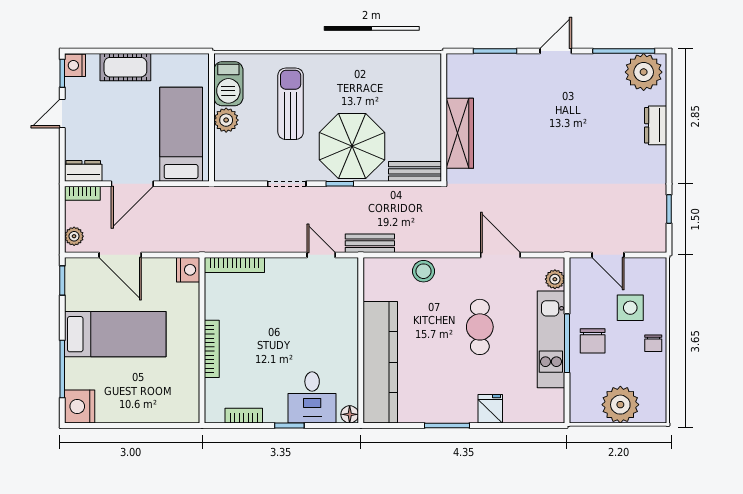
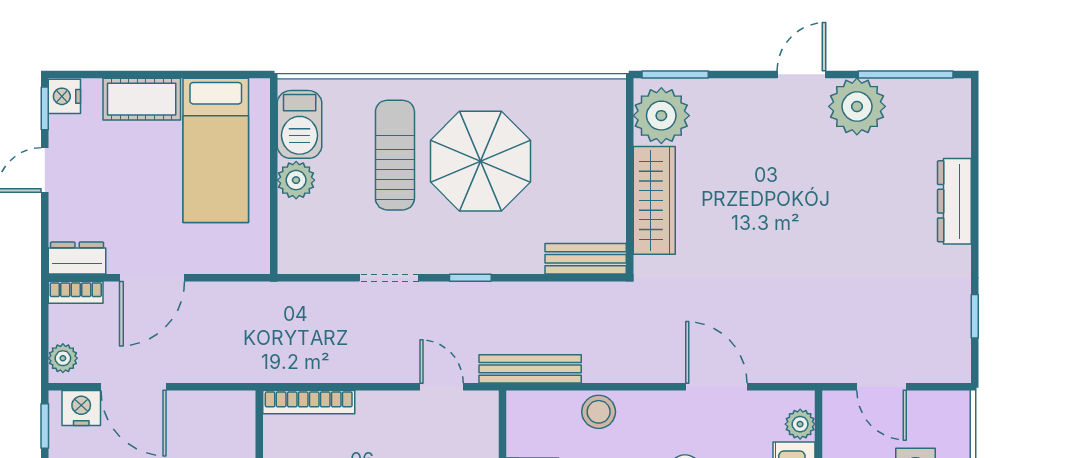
window: (495, 51) -> (675, 74), moved
plant: (644, 72) -> (857, 106), moved
plant: (464, 78) -> (661, 116), added
dresser: (656, 125) -> (954, 201), width x1.44
bed: (181, 134) -> (216, 150), moved, turned 180
parasol: (352, 146) -> (480, 161), moved
bench: (370, 243) -> (530, 369), width x1.36
nightstand: (188, 270) -> (81, 408), moved, turned -90

